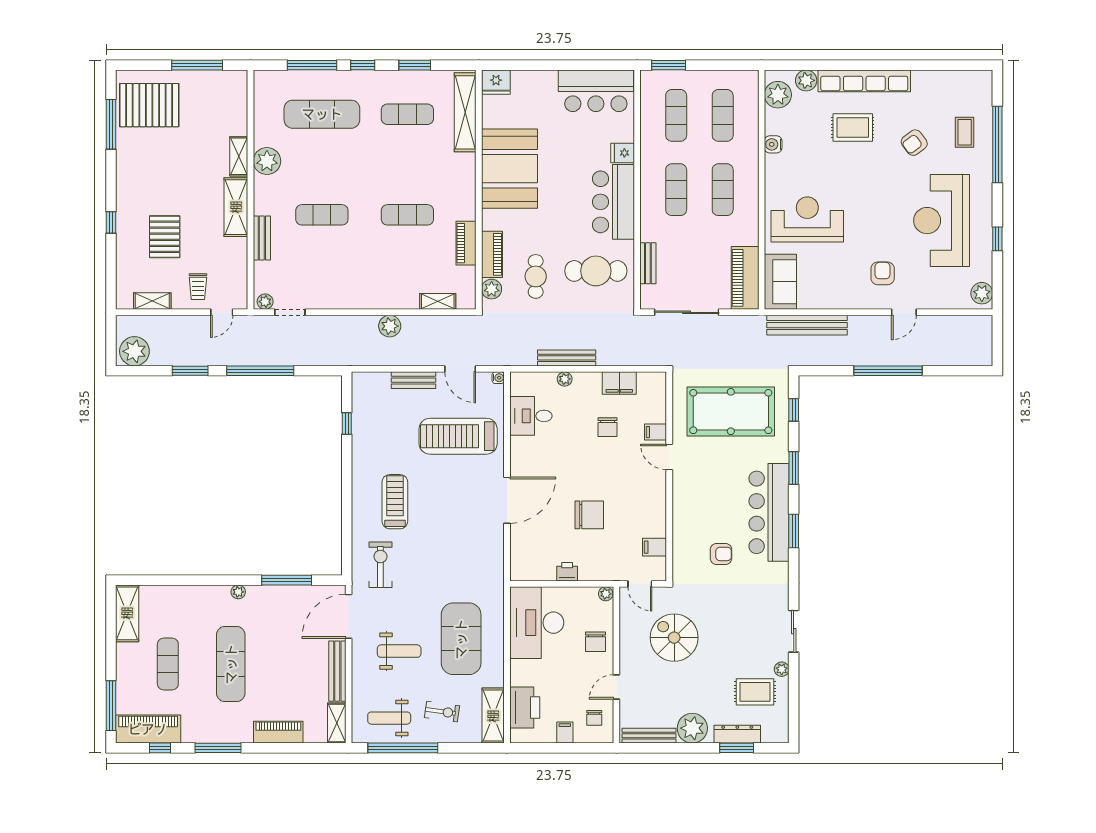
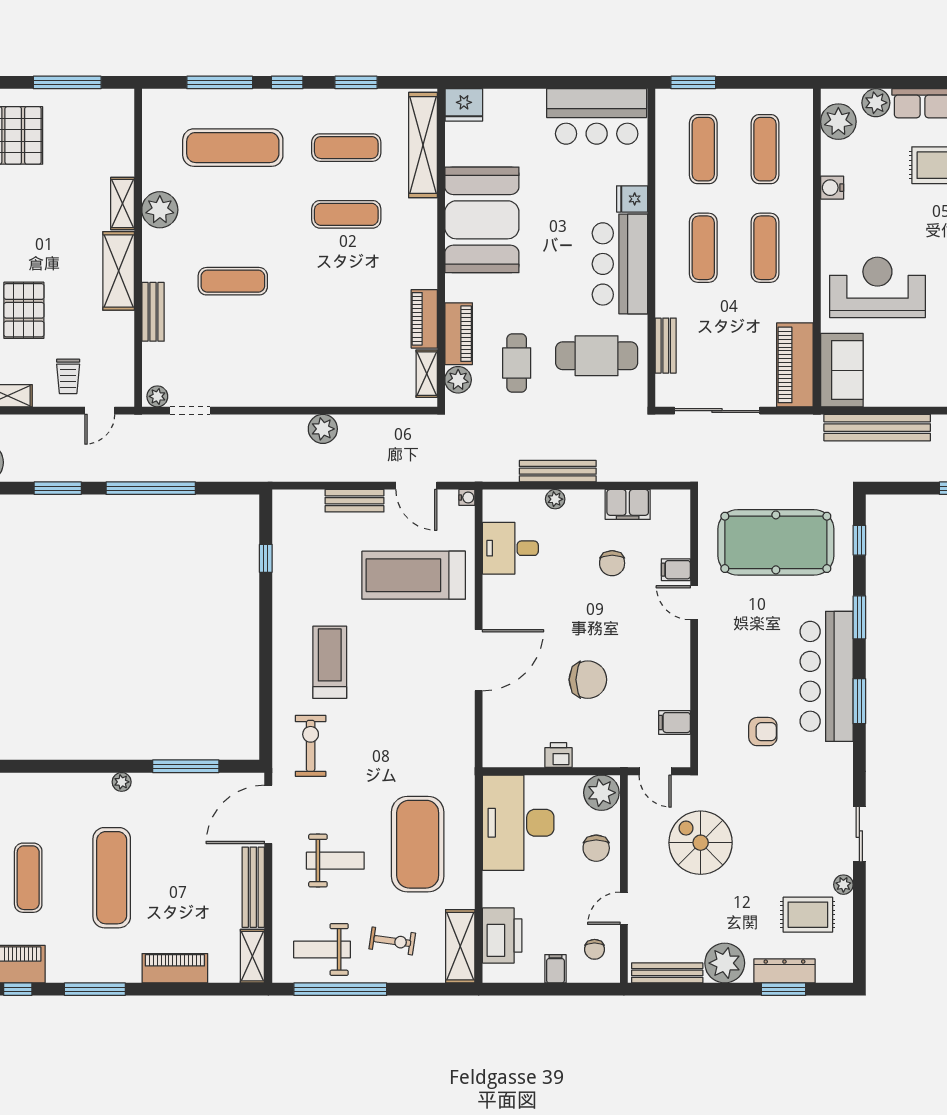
exercise mat: (407, 215) -> (346, 214), moved
shelving: (438, 301) -> (427, 374), moved, turned 90
plant: (606, 594) -> (601, 793), width x1.88, depth x1.88

